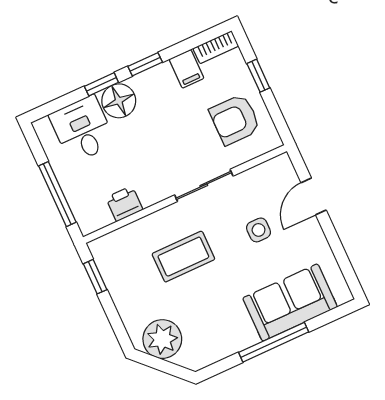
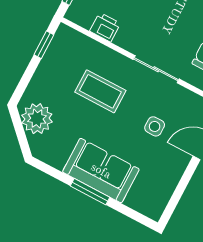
sofa: (290, 302) -> (101, 171), moved
window: (274, 342) -> (90, 192), width x0.69

